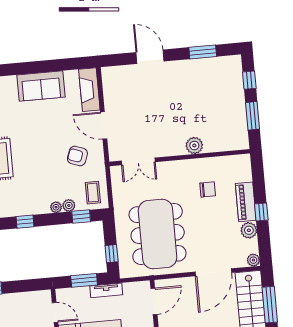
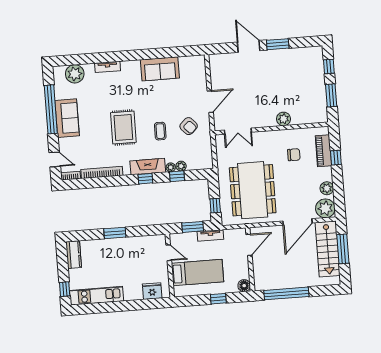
window: (203, 52) -> (278, 44), moved
fireplace: (89, 90) -> (148, 167), moved, turned 90
door: (104, 125) -> (210, 102), swing flipped
armchair: (77, 156) -> (189, 126), turned -153
coffee table: (93, 193) -> (160, 131), moved
piano: (246, 202) -> (323, 151), moved
window: (261, 212) -> (336, 158), moved
window: (81, 217) -> (177, 176), moved
plant: (253, 260) -> (325, 208), width x1.87, depth x1.87

